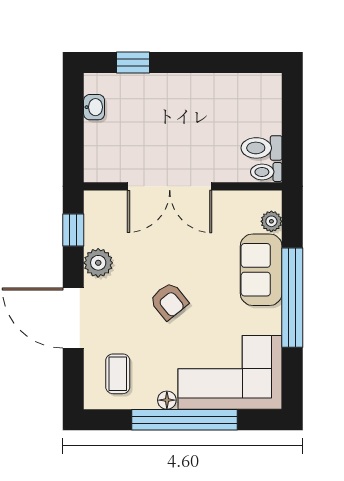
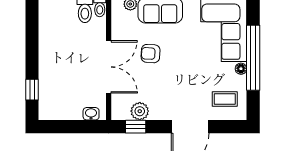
washbasin: (94, 107) -> (91, 114), moved
plant: (98, 263) -> (140, 111), moved
armchair: (169, 301) -> (151, 54), moved, turned -138

